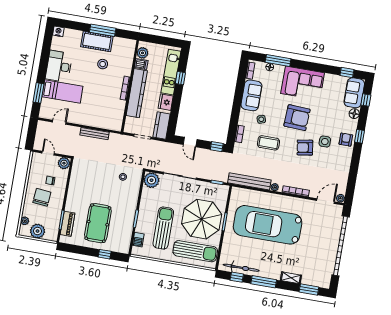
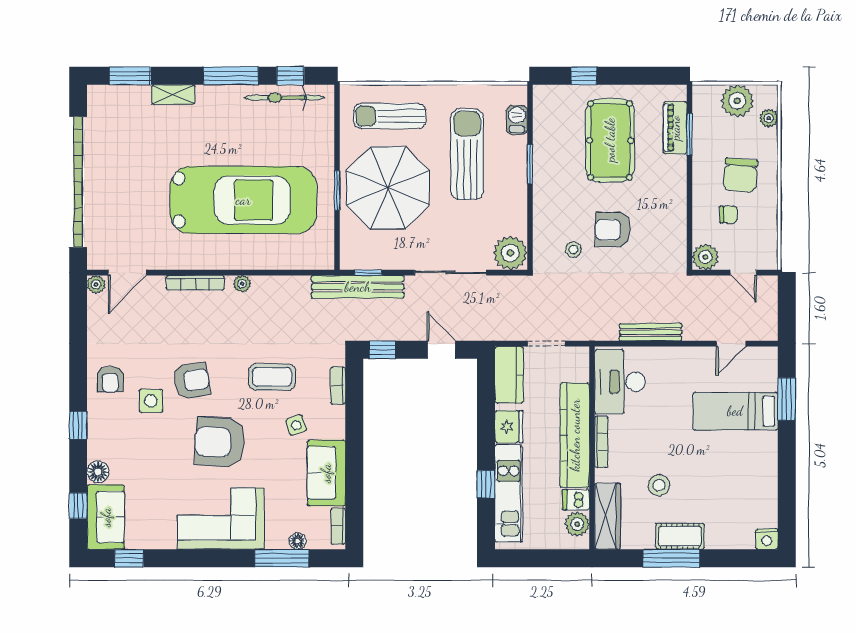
cot: (97, 41) -> (680, 536), width x0.73, depth x0.75
wardrobe: (128, 54) -> (607, 516), added
desk: (59, 66) -> (620, 382), moved, turned 180
armchair: (346, 140) -> (110, 379), moved
bench: (249, 181) -> (358, 287), moved
armchair: (104, 183) -> (613, 230), added
sun lounger: (163, 228) -> (467, 154), turned 180
sun lounger: (195, 251) -> (390, 116), width x0.73, depth x0.75

